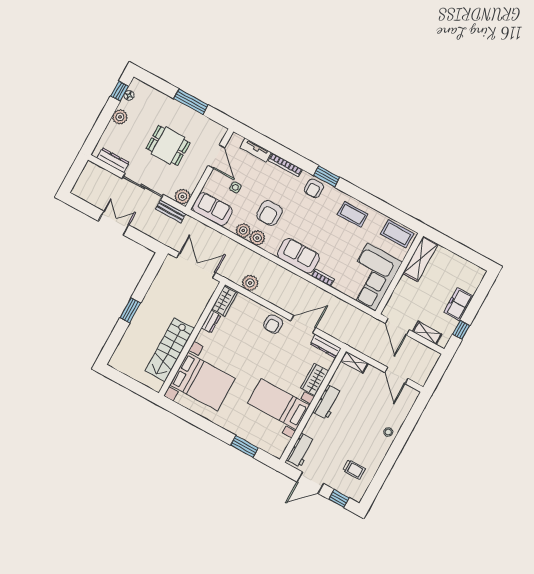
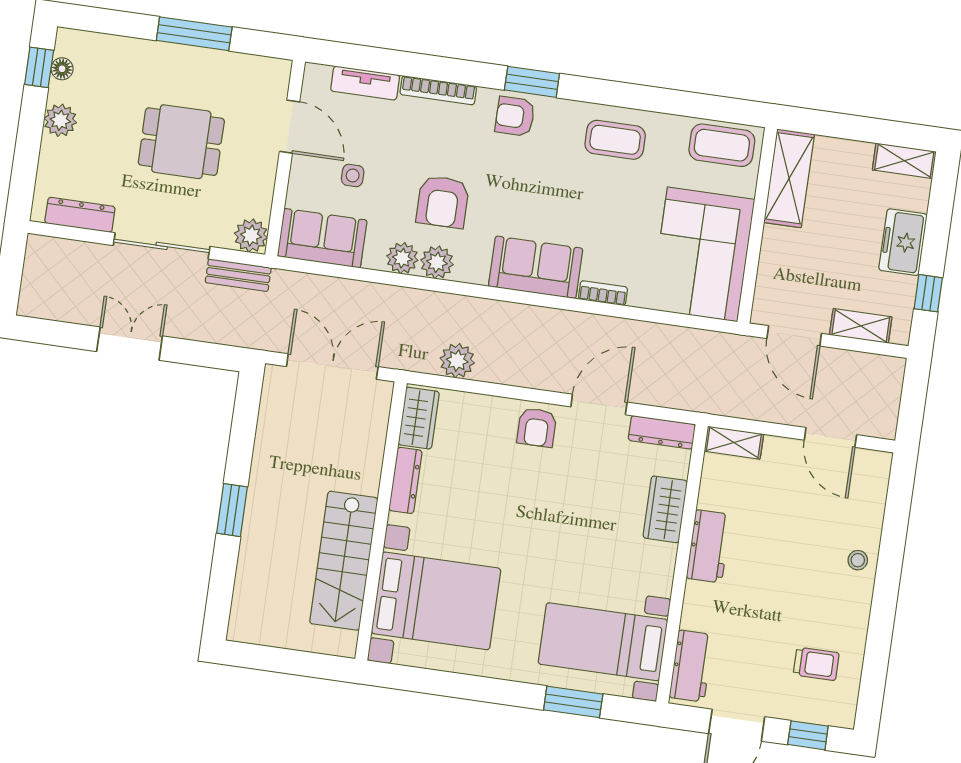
armchair: (314, 188) -> (515, 116), turned 90
shelving: (472, 270) -> (904, 161), added
dresser: (211, 322) -> (405, 480), width x1.44
bed with nightstands: (279, 404) -> (603, 642), moved

